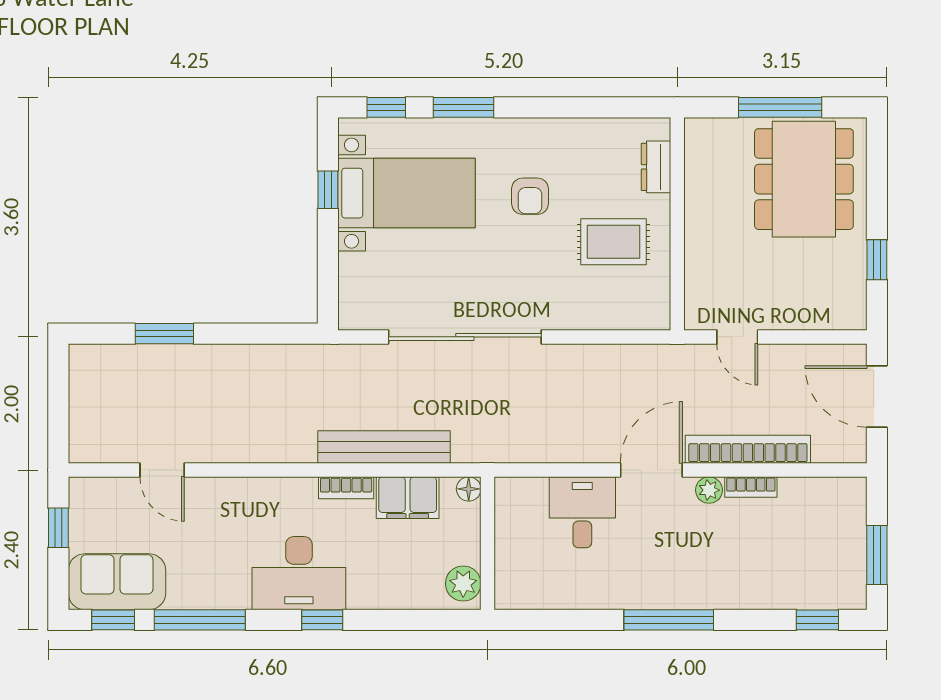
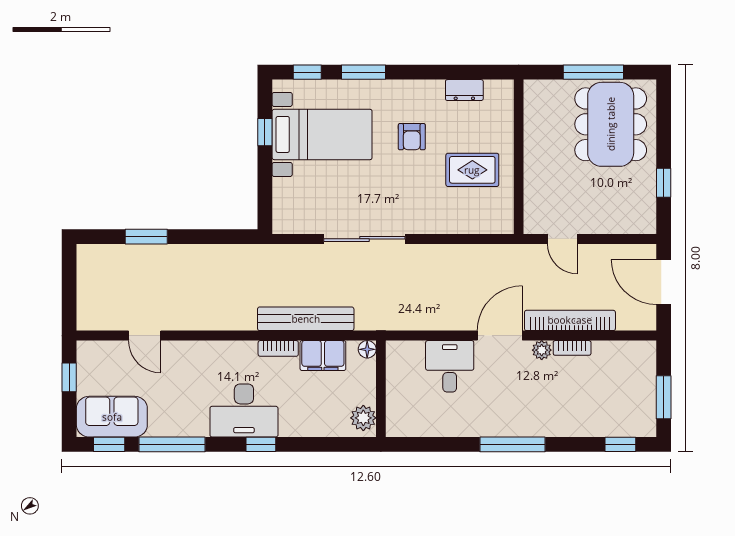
dresser: (656, 167) -> (464, 90), moved, turned -90
sliding door: (465, 337) -> (364, 239), width x0.73

